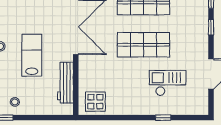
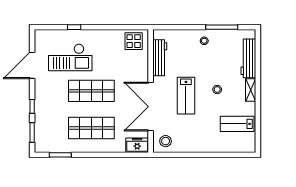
lab bench: (32, 55) -> (186, 96), moved
checkout: (168, 83) -> (70, 57), width x1.36, depth x1.21

